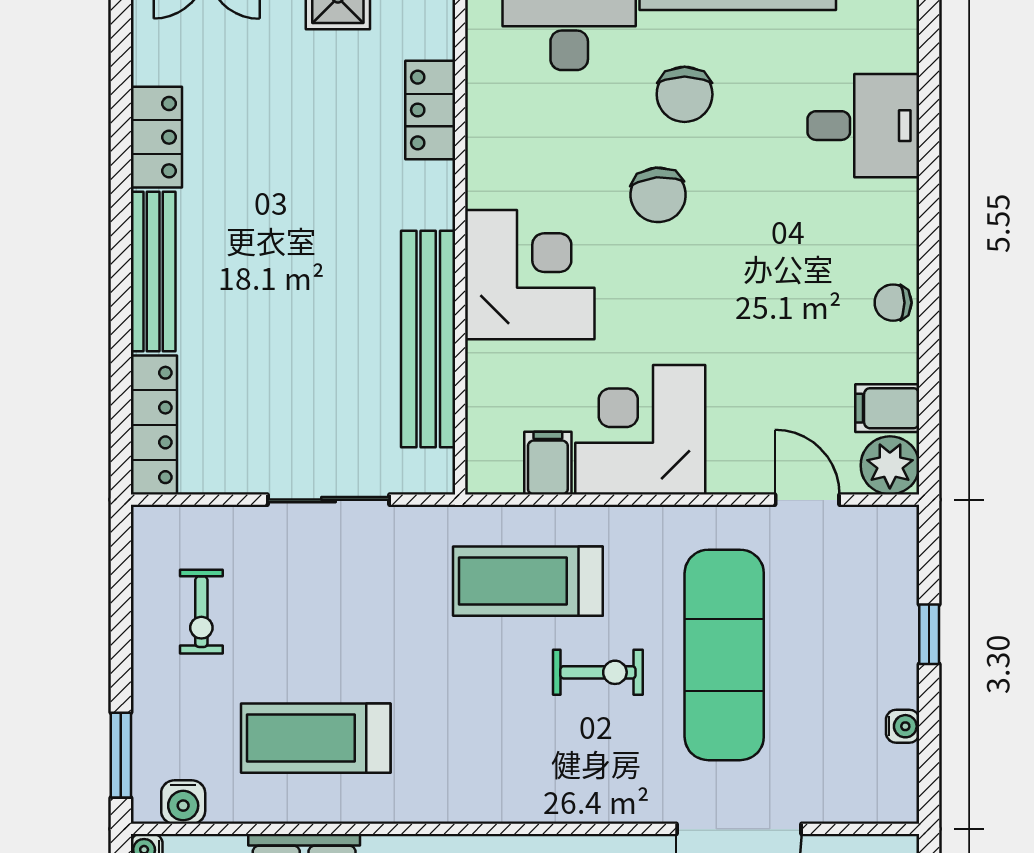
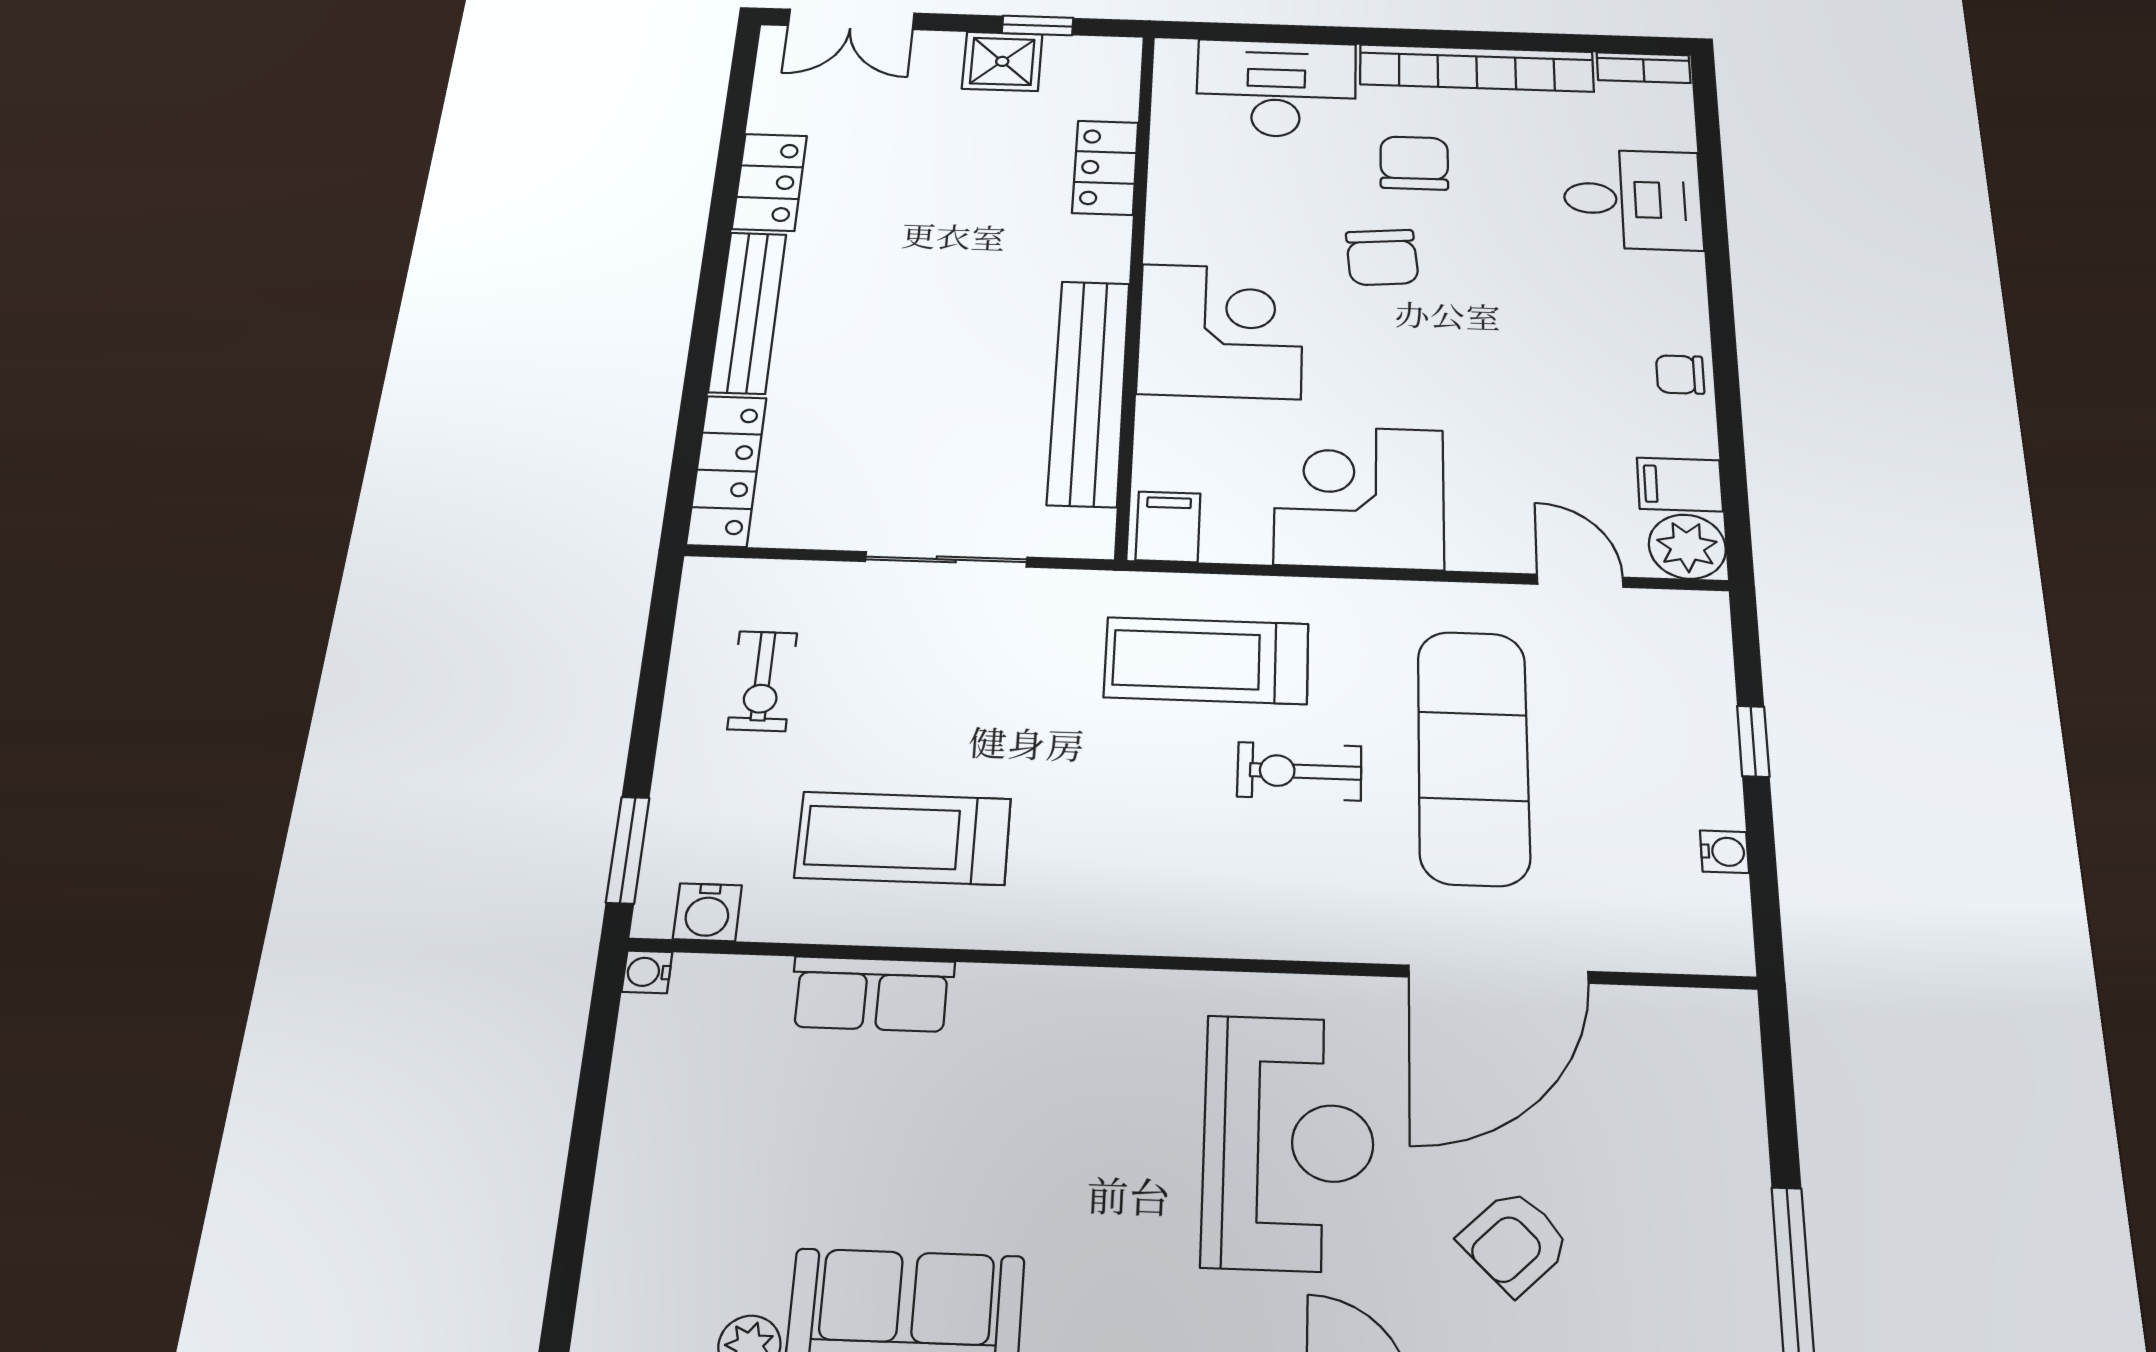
chair: (685, 94) -> (1414, 163), turned 180
filing cabinet: (548, 463) -> (1168, 527), moved
exercise bike: (598, 672) -> (1299, 771), turned 180

